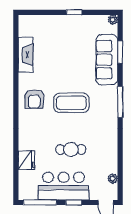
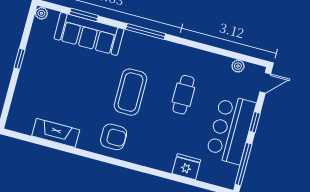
cafe table: (71, 149) -> (183, 95), moved

